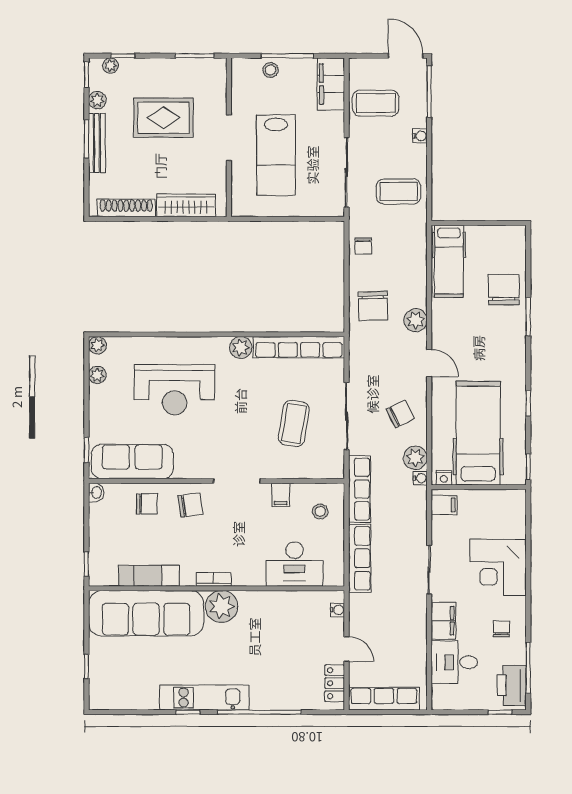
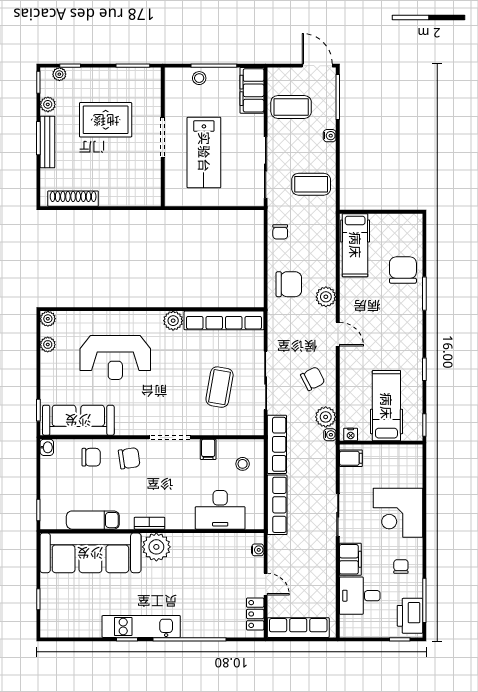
wardrobe: (186, 205) -> (125, 196), removed
chair: (373, 306) -> (289, 284), turned -88
hospital bed: (478, 433) -> (386, 406), width x0.73, depth x0.78

